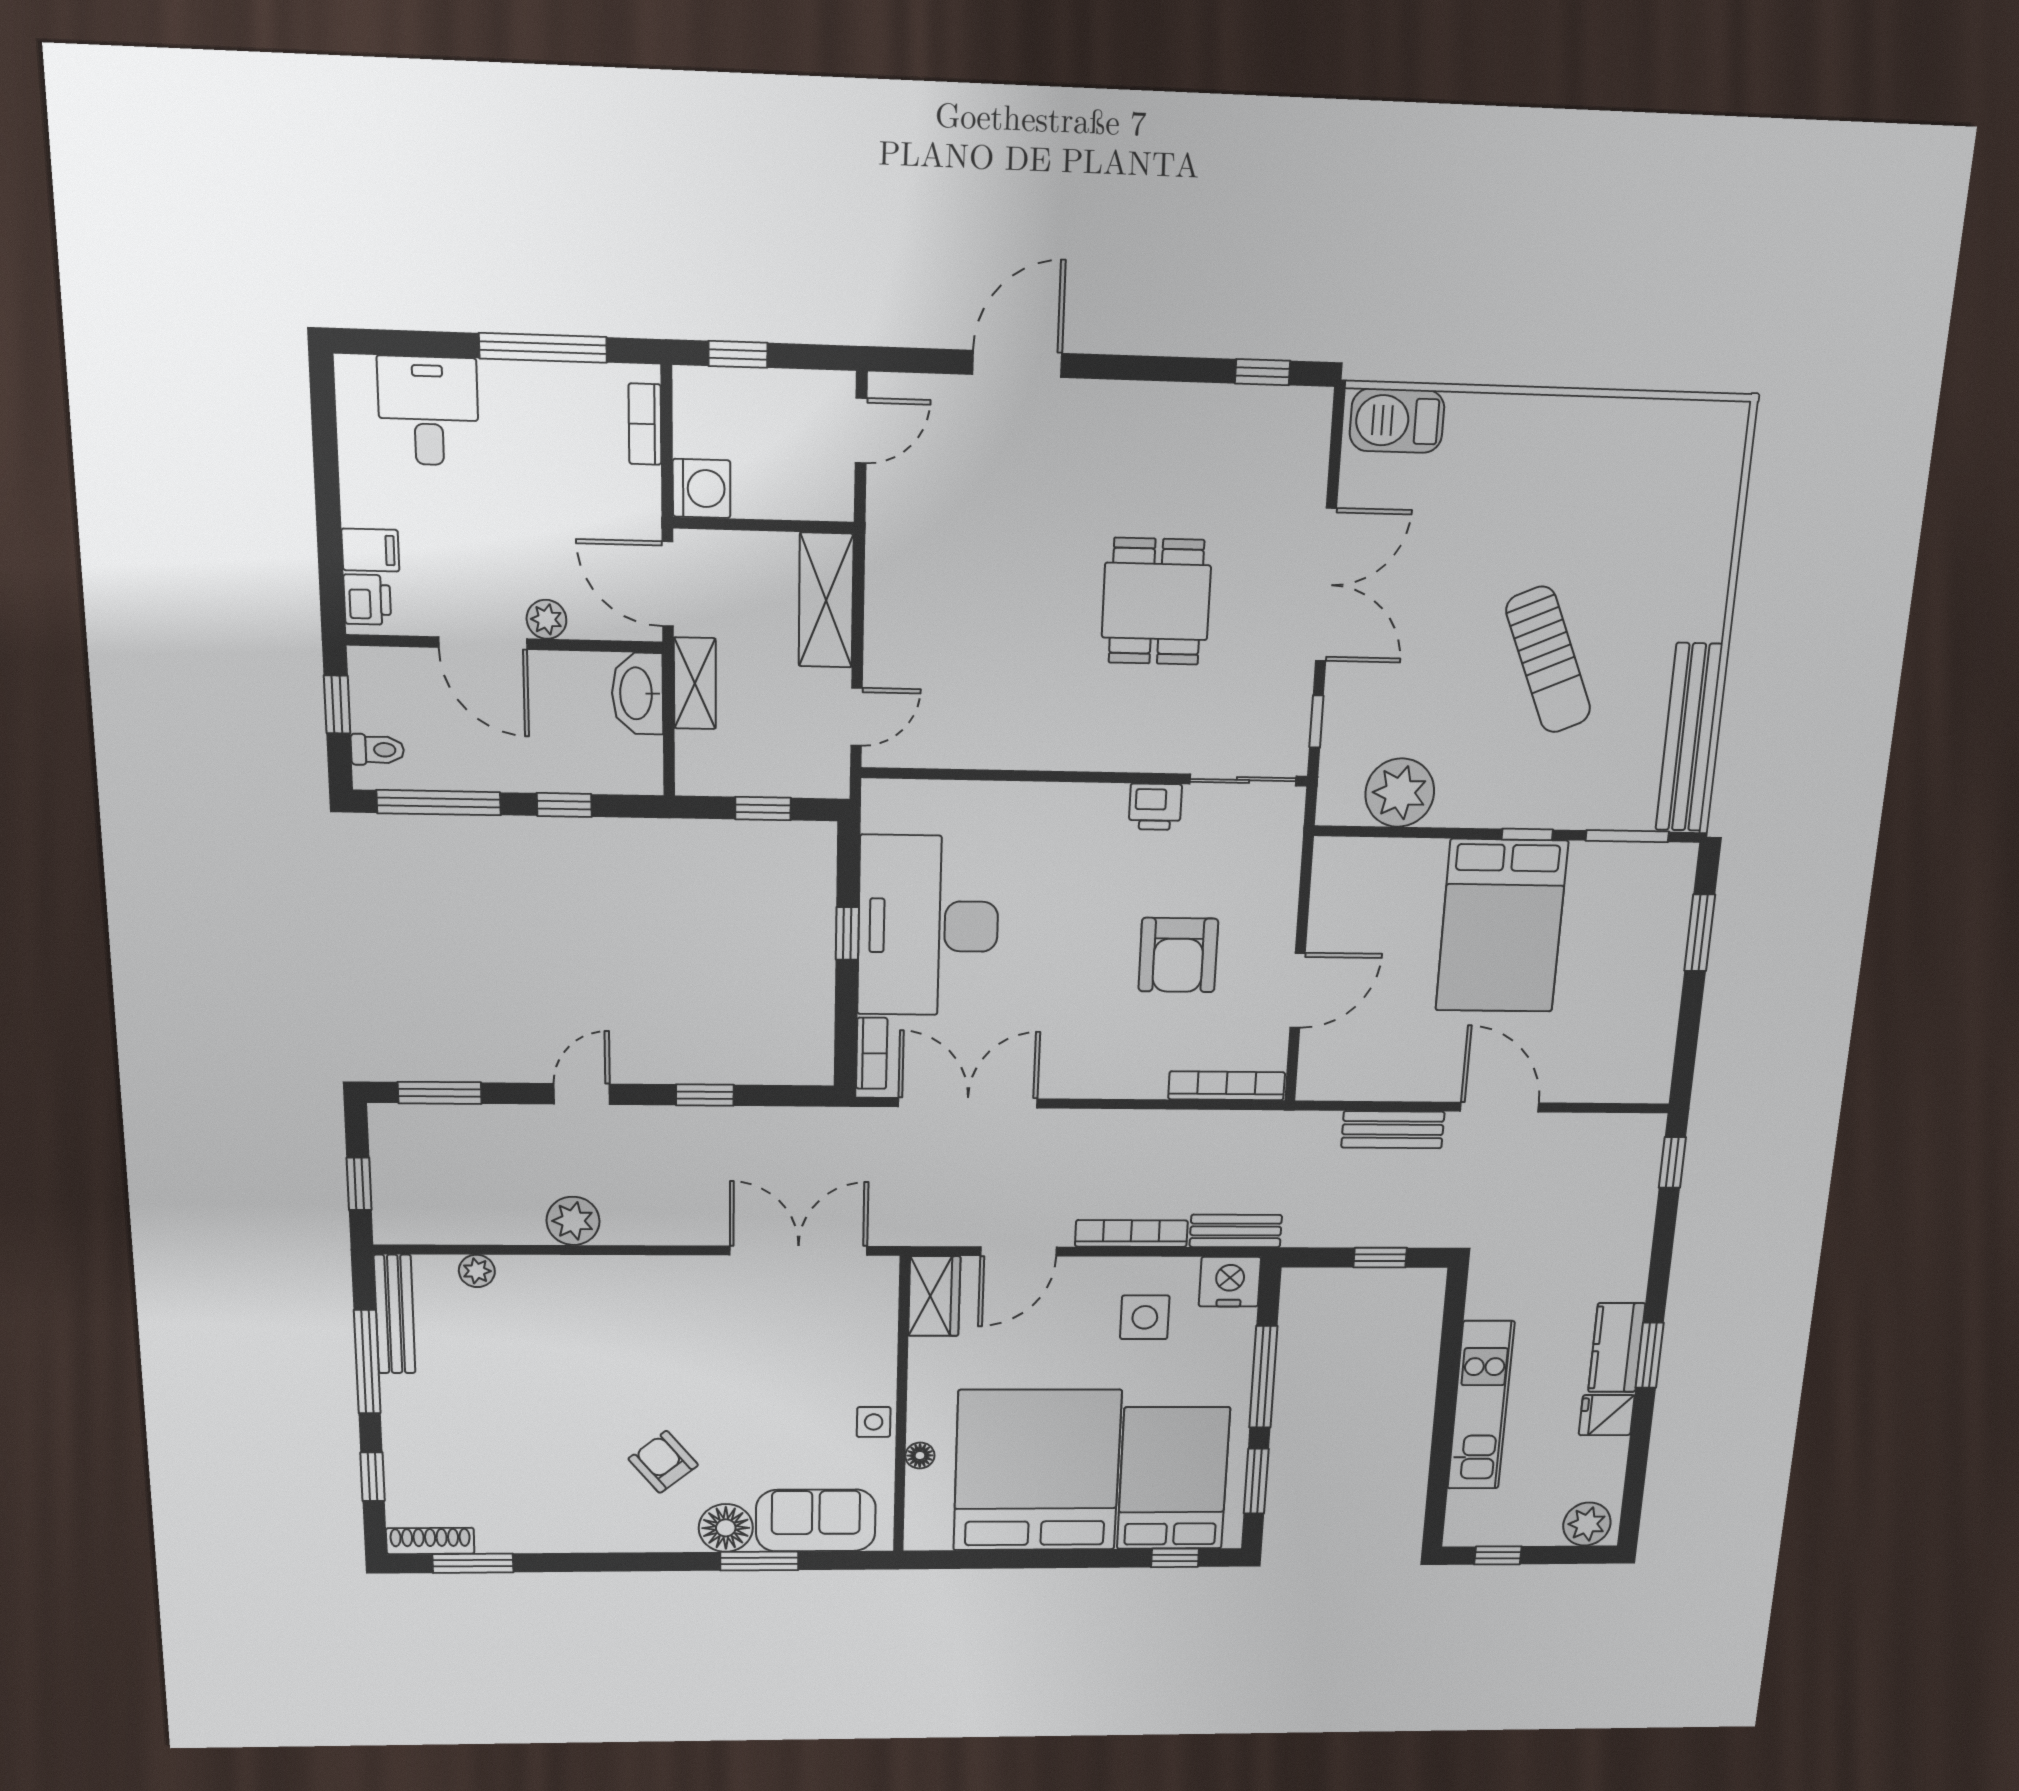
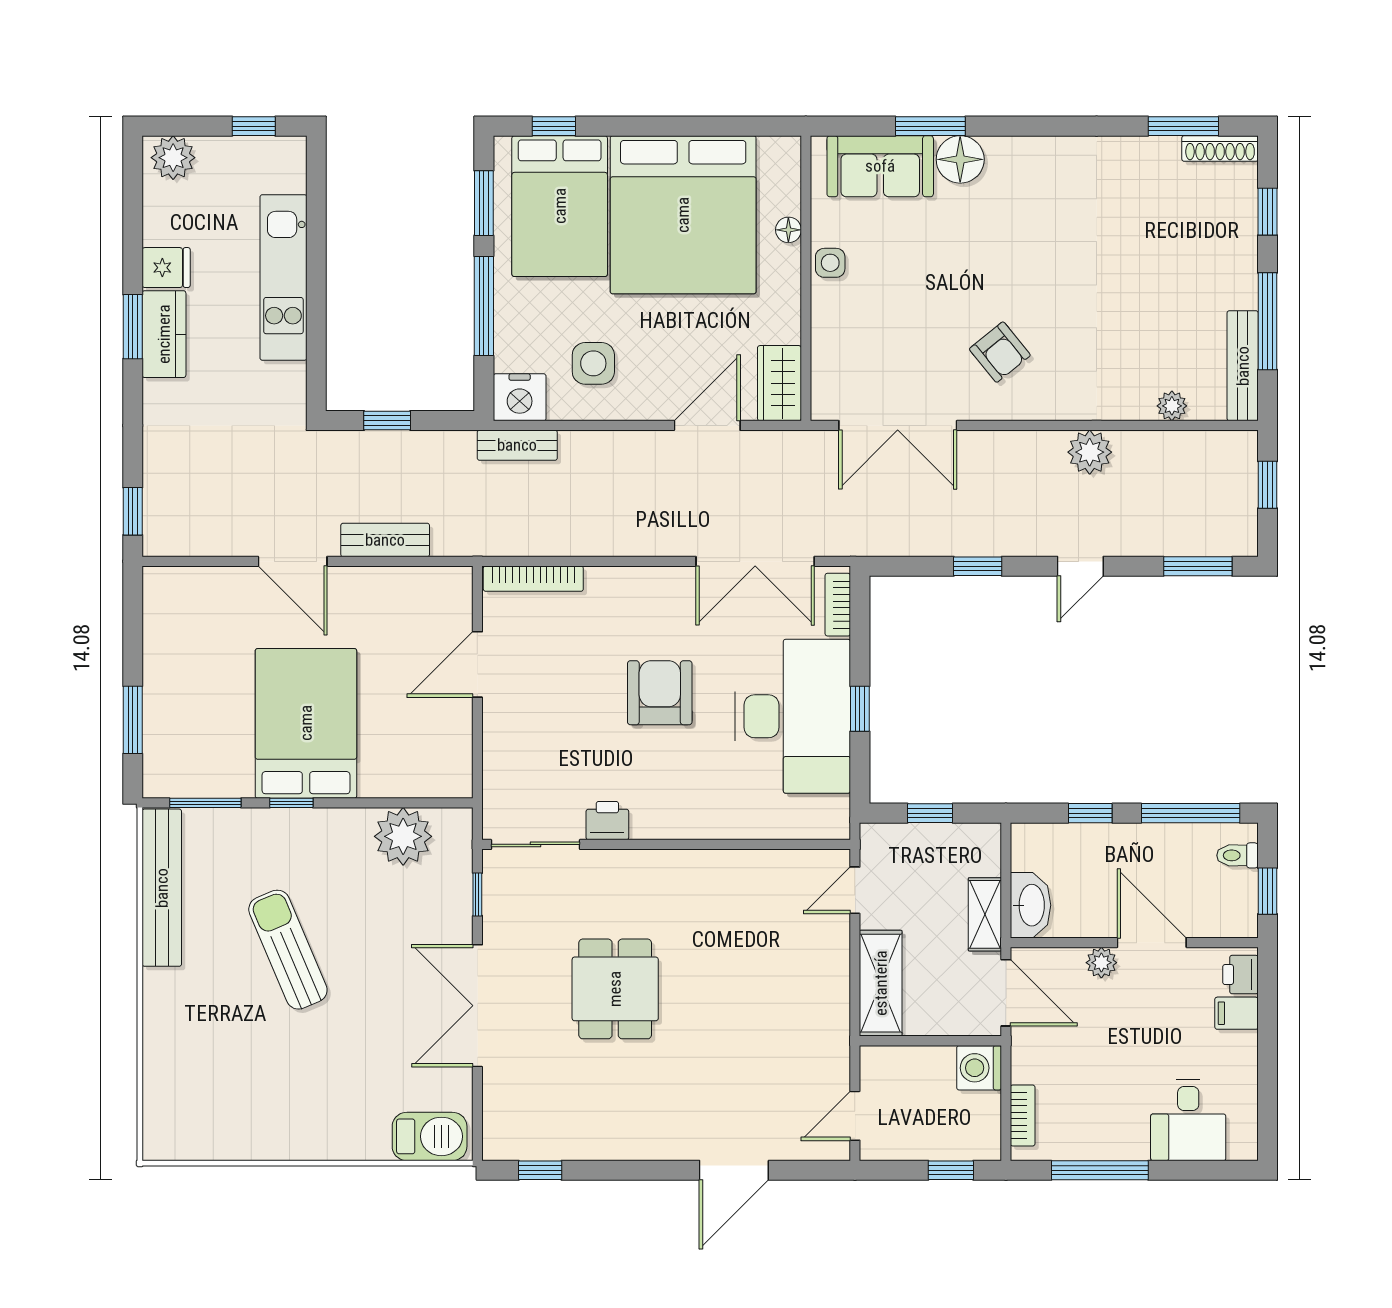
armchair: (1178, 955) -> (660, 693), moved
bookcase: (1131, 1233) -> (609, 442), removed
armchair: (663, 1462) -> (1000, 352), moved

